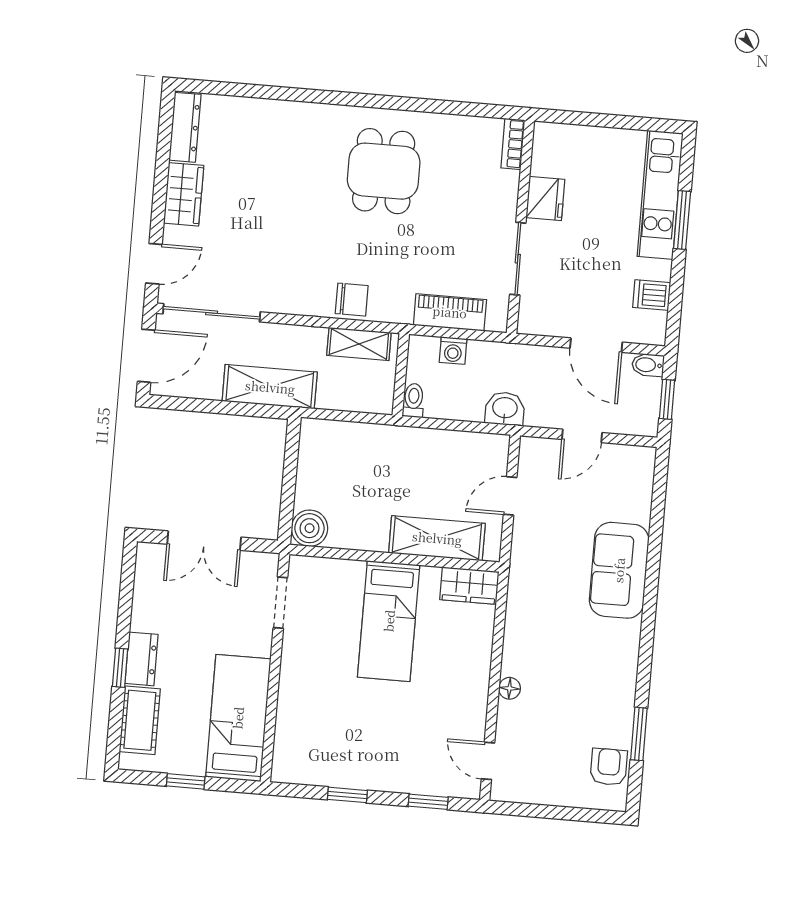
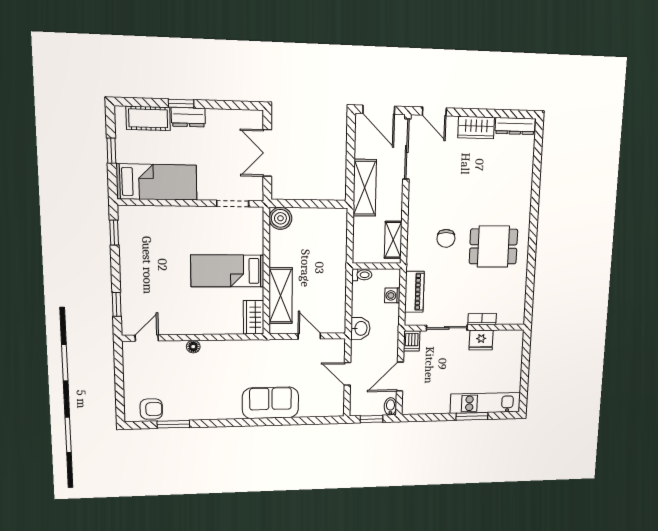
bookcase: (513, 144) -> (482, 319), moved
dishwasher: (652, 295) -> (412, 341), moved, turned 180
chair: (352, 300) -> (446, 238), moved
window: (347, 795) -> (114, 233), moved

